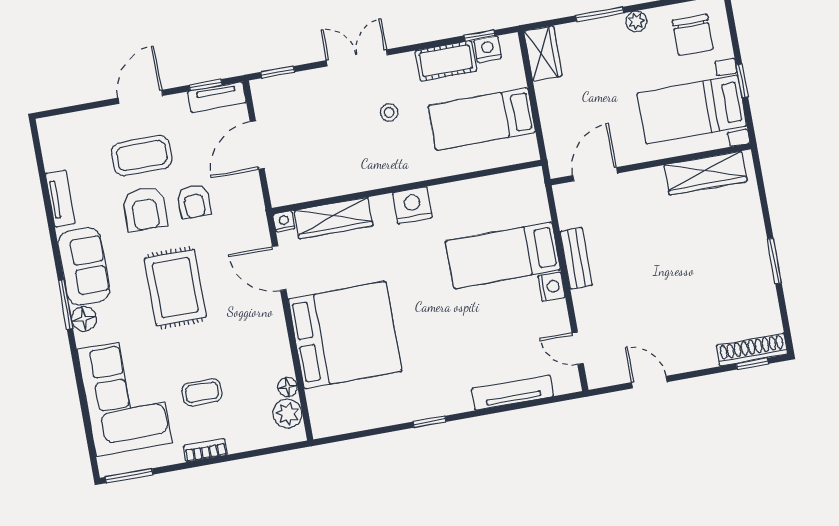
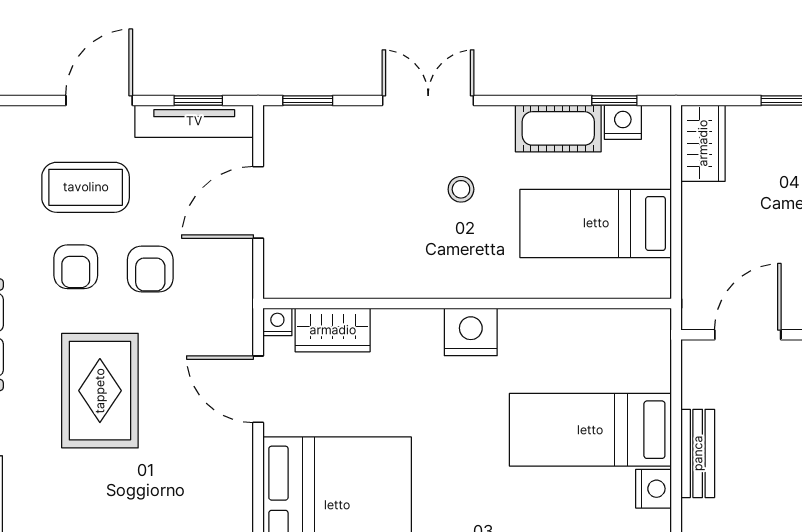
tv unit: (217, 97) -> (194, 121), width x1.41
armchair: (145, 209) -> (76, 267), width x0.72, depth x0.72
wardrobe: (334, 218) -> (333, 330), width x0.67

